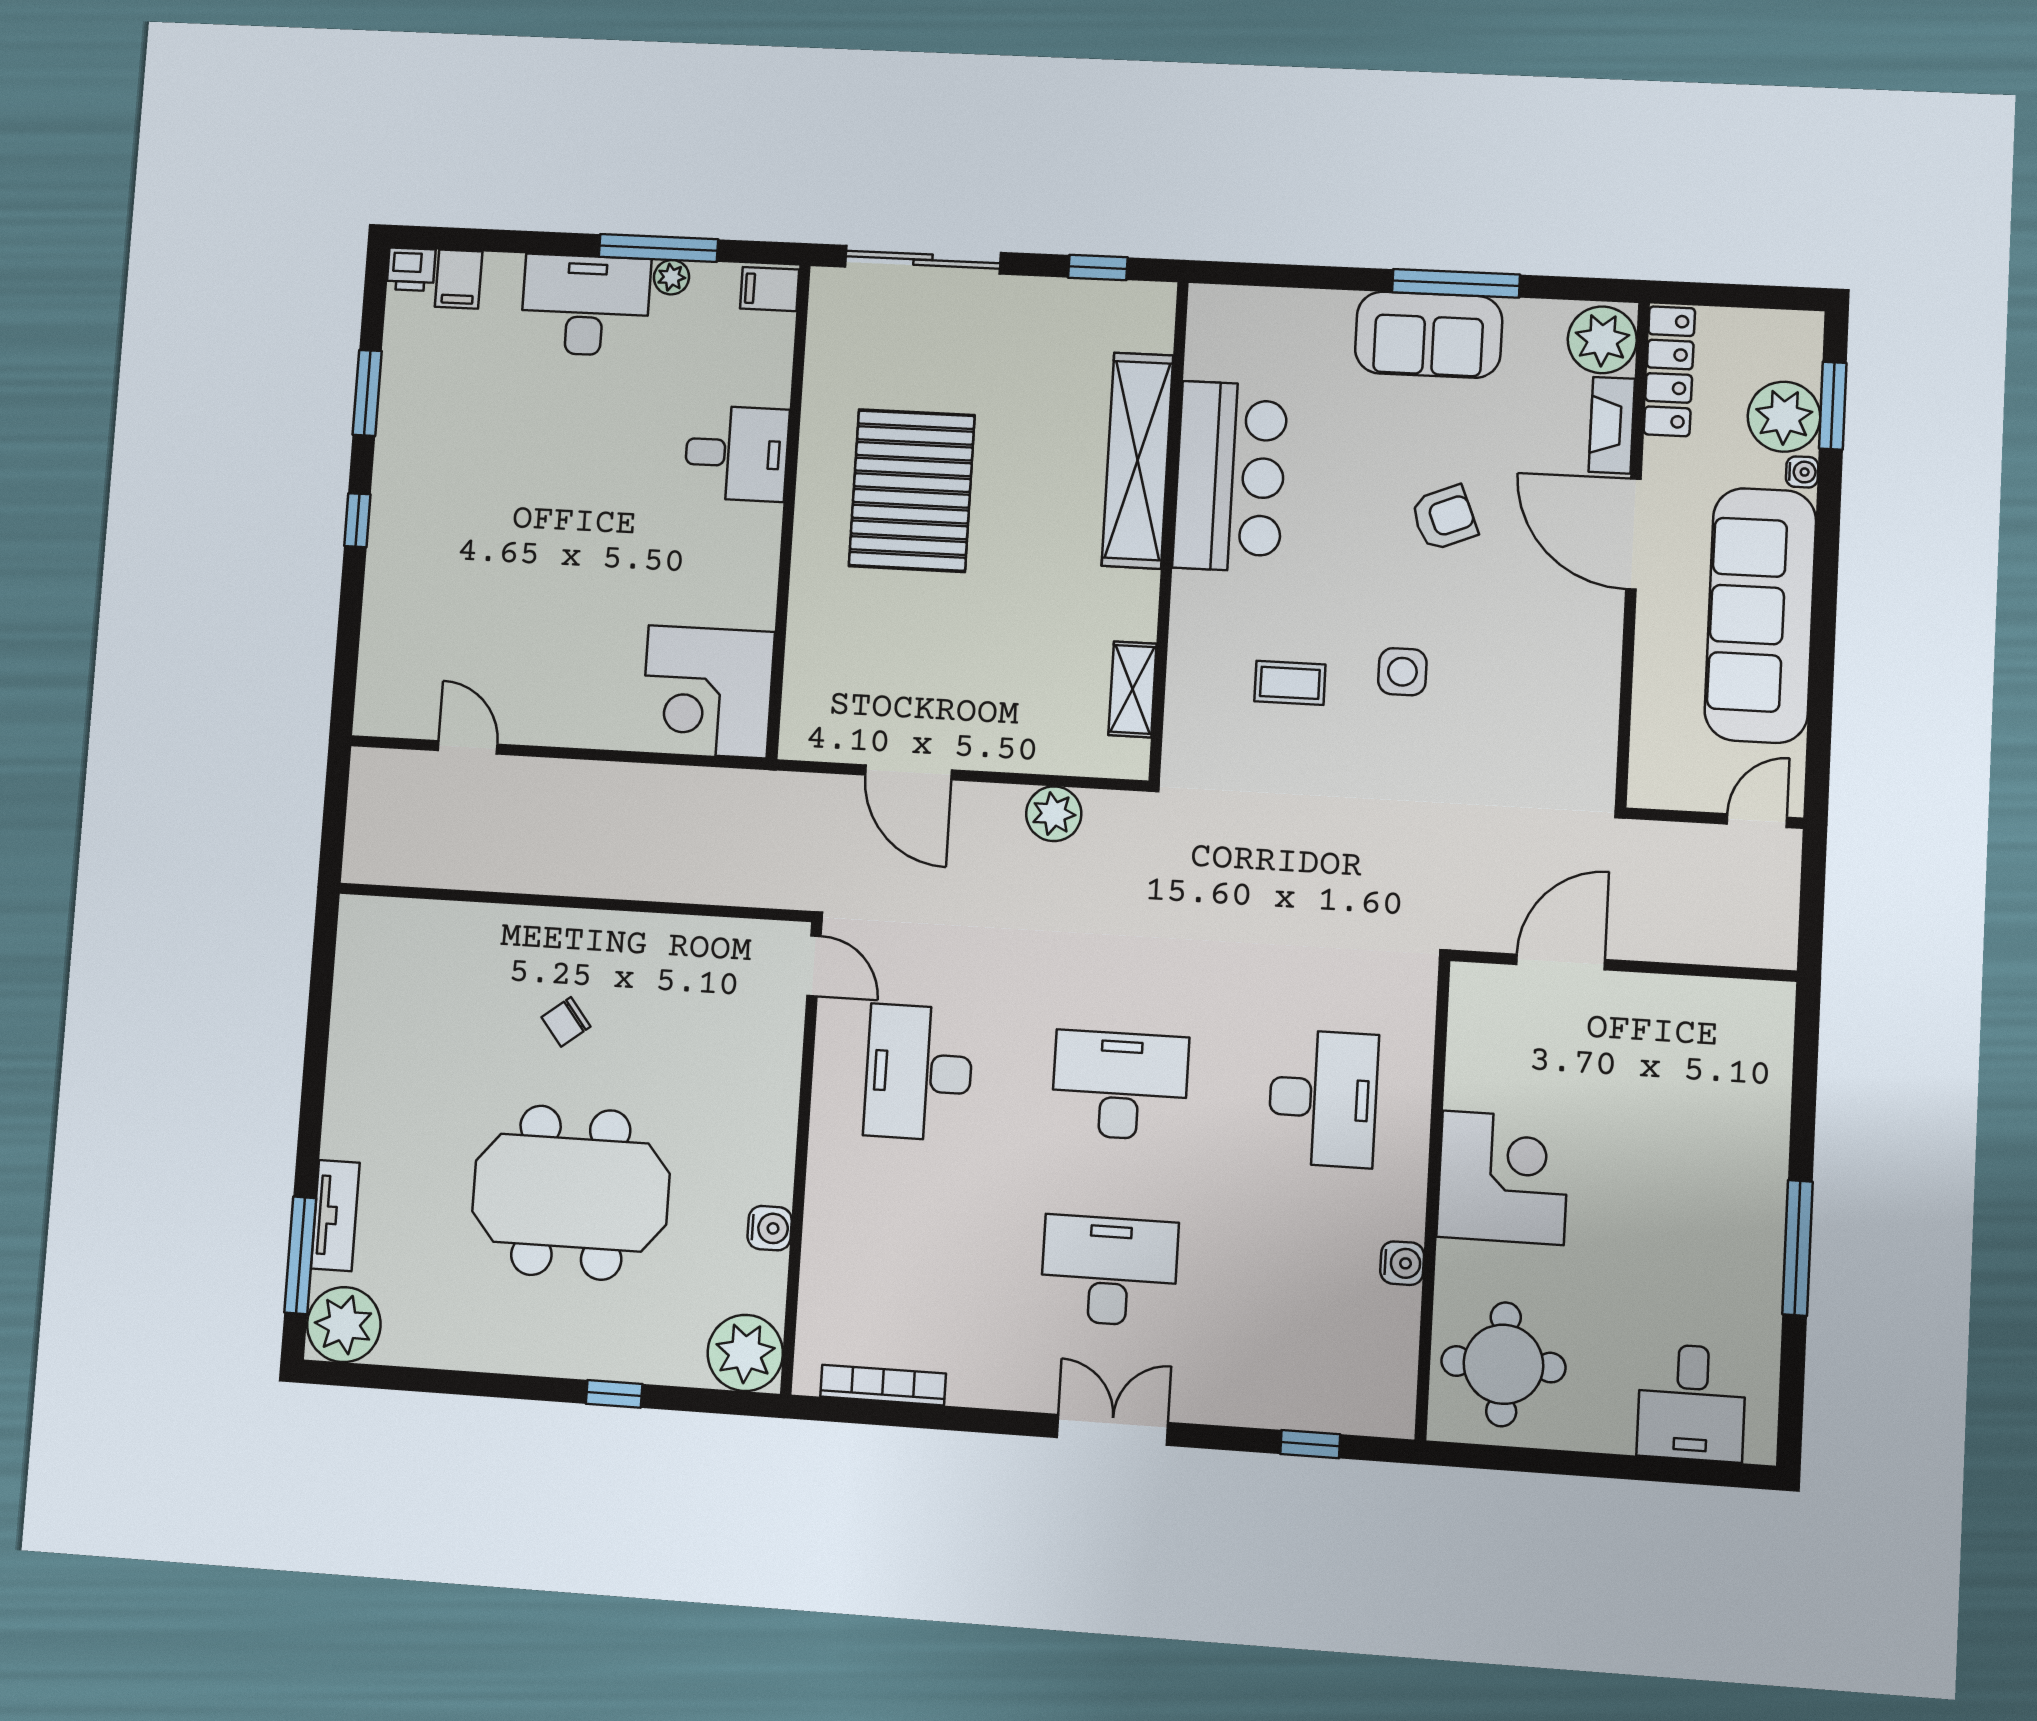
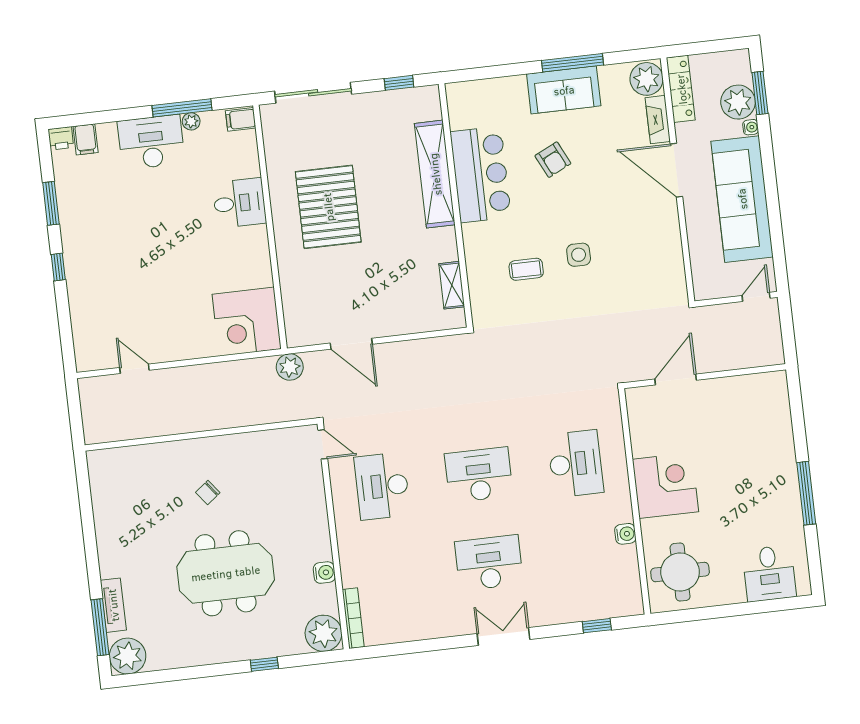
armchair: (1444, 518) -> (553, 160), moved, turned 86
plant: (1054, 814) -> (290, 367), moved
bookcase: (883, 1385) -> (353, 618), moved, turned 90

